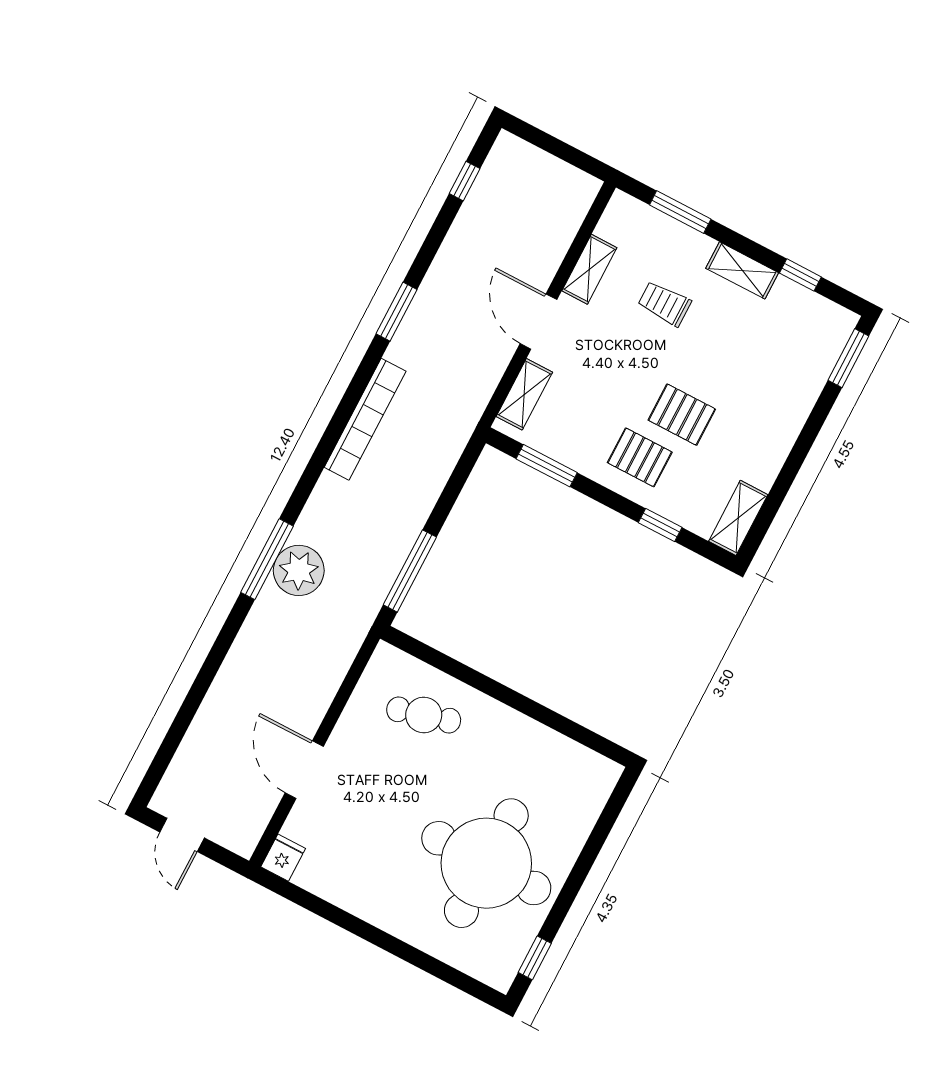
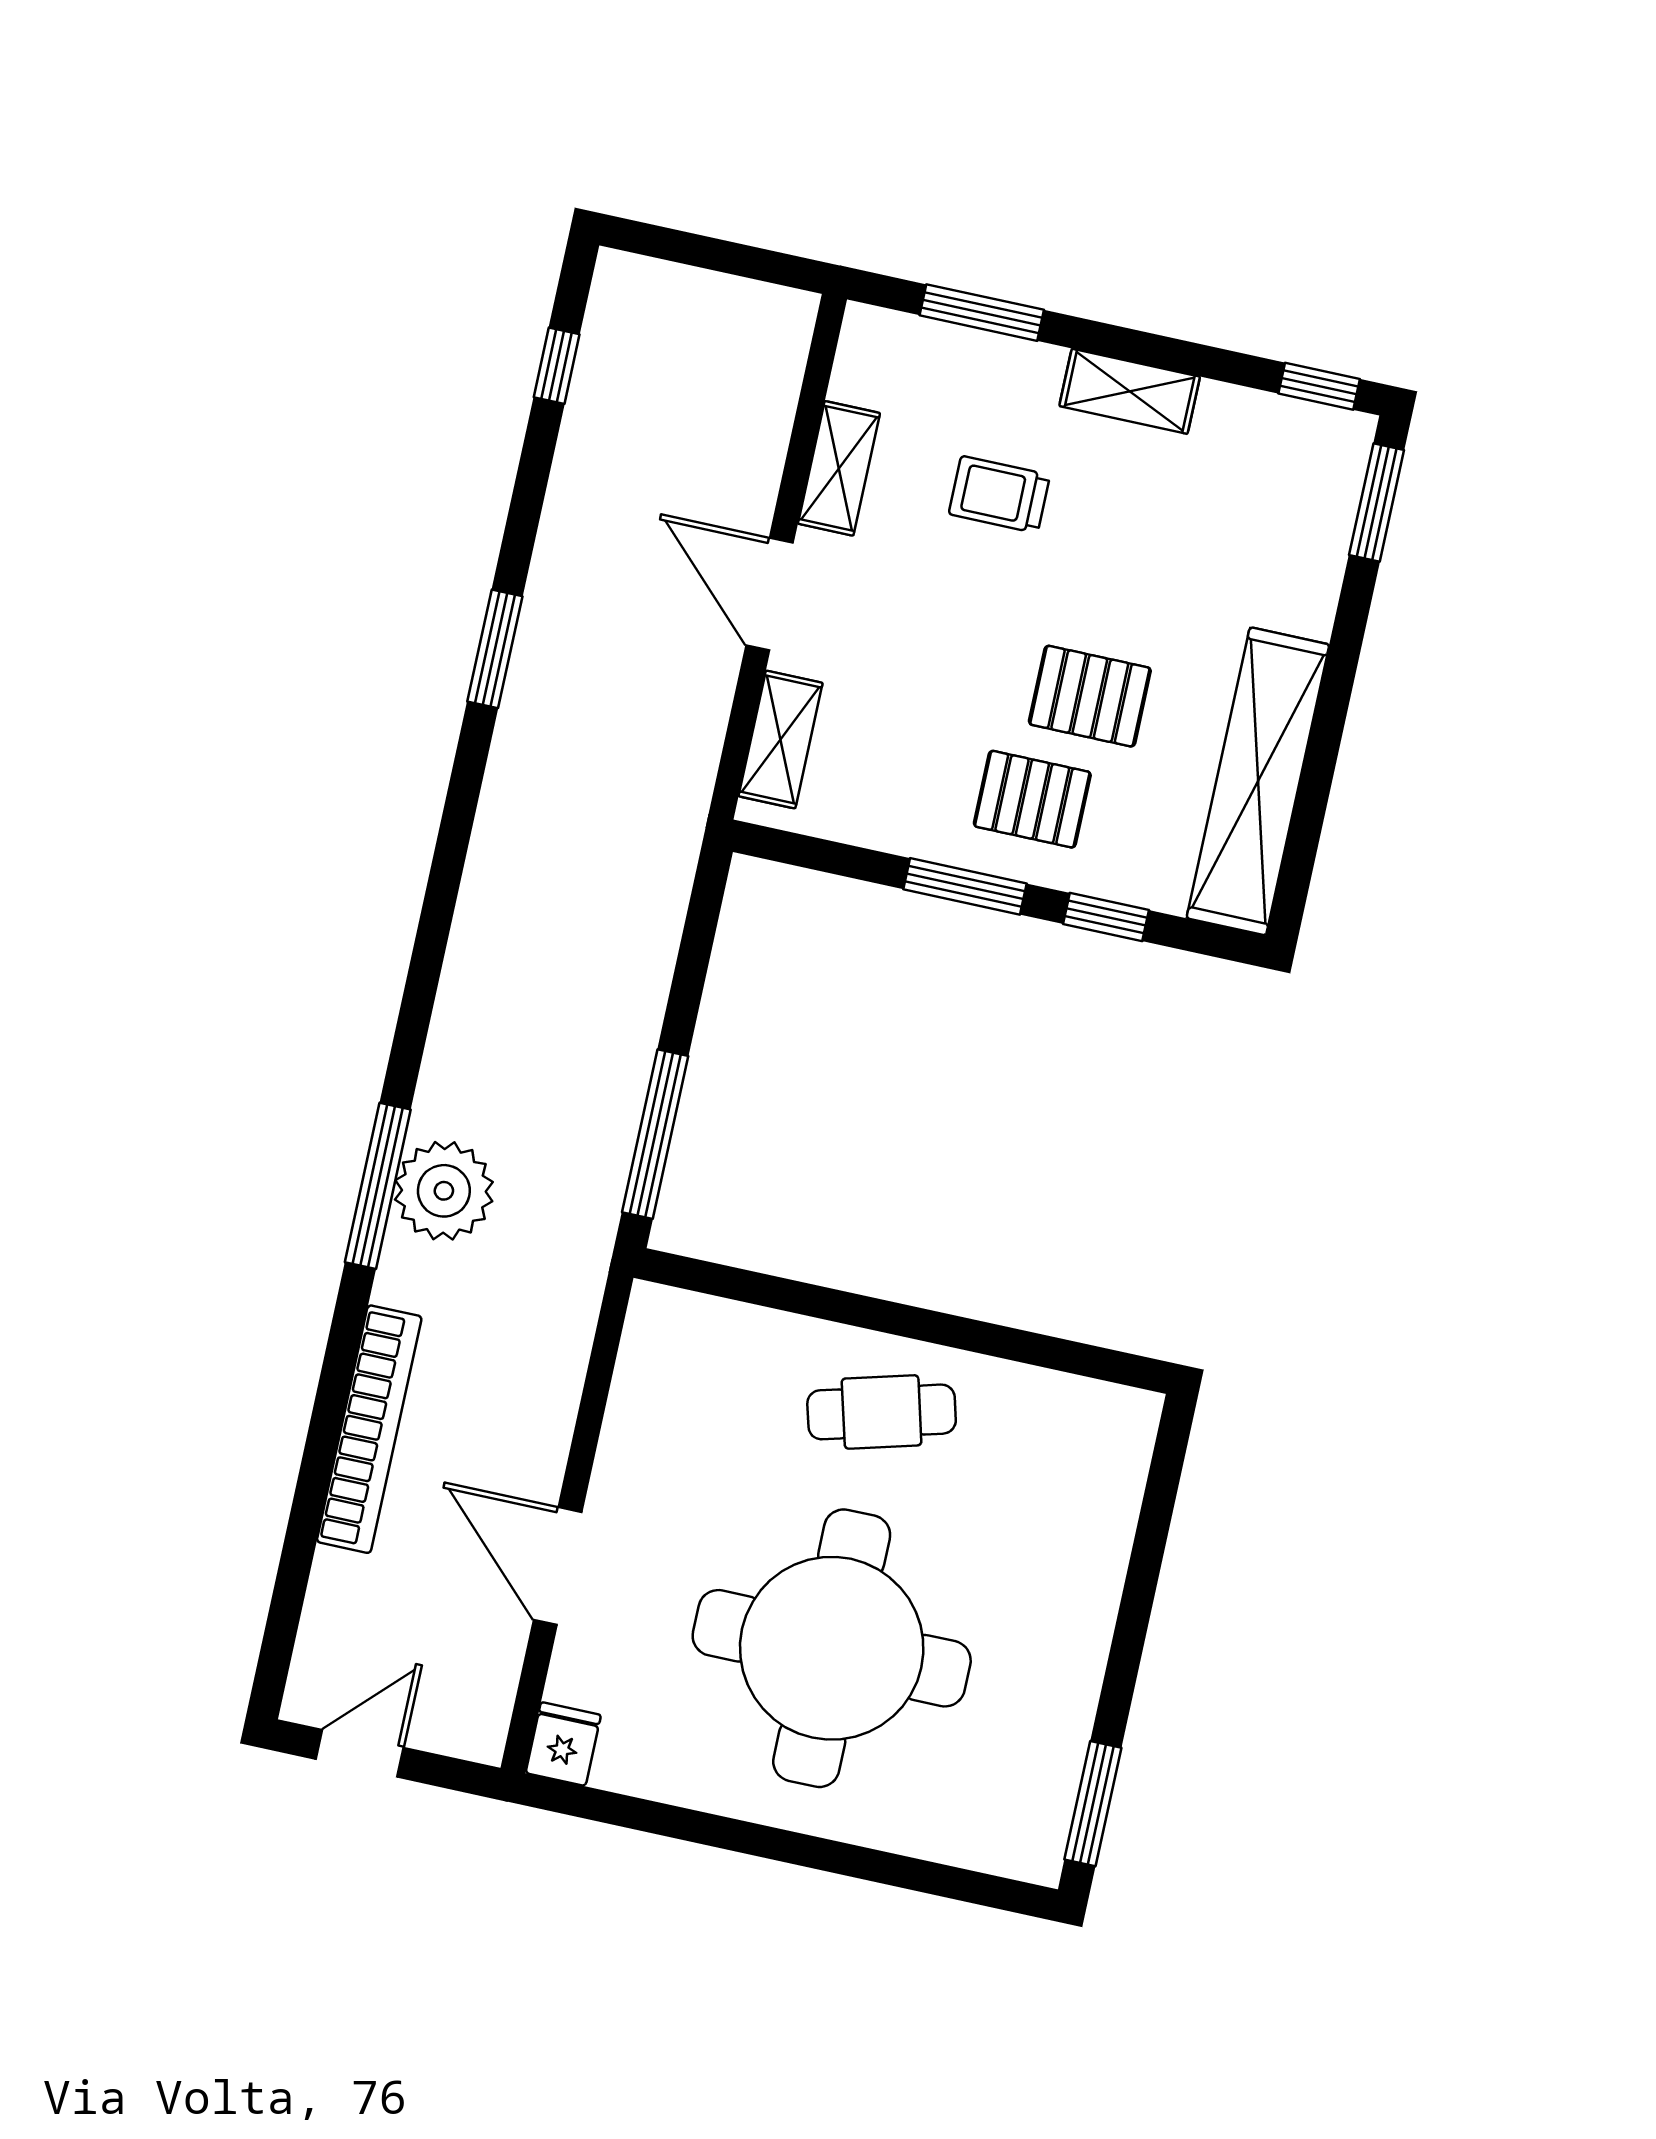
window: (800, 275) -> (1319, 386), moved
bookcase: (365, 419) -> (369, 1429), moved
window: (547, 466) -> (965, 886), moved
shelving: (738, 518) -> (1258, 781), width x2.20, depth x1.33
cafe table: (424, 715) -> (882, 1412), moved
door: (182, 835) -> (360, 1753), swing flipped
round table: (486, 863) -> (832, 1648), moved
window: (535, 958) -> (1093, 1804), width x1.50

